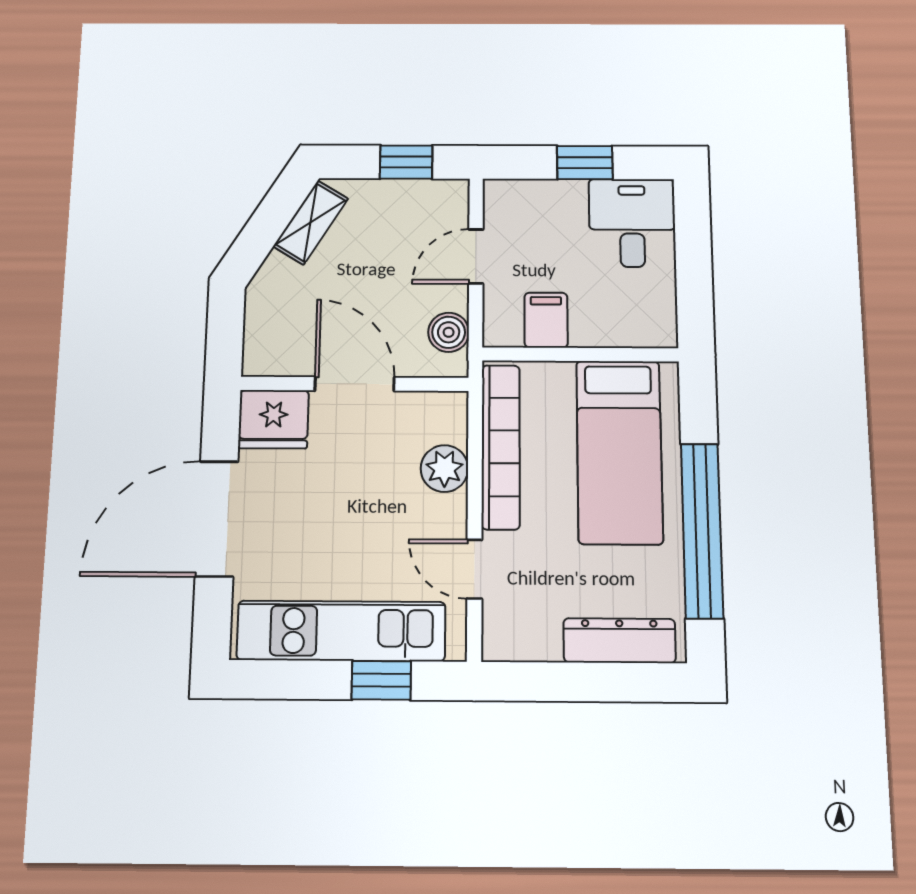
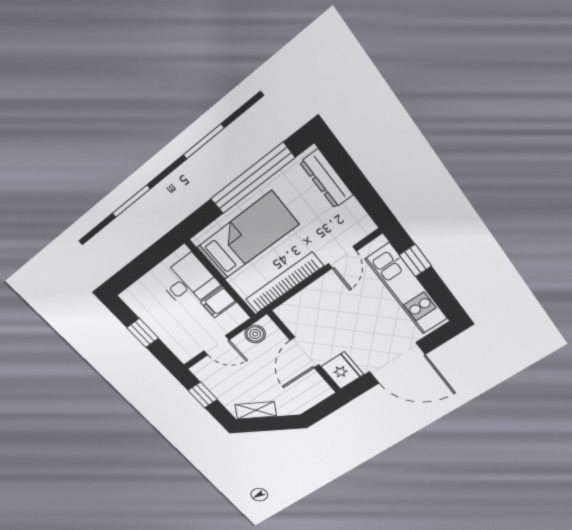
desk: (632, 223) -> (188, 282), moved, turned 180
plant: (444, 469) -> (311, 297), removed

